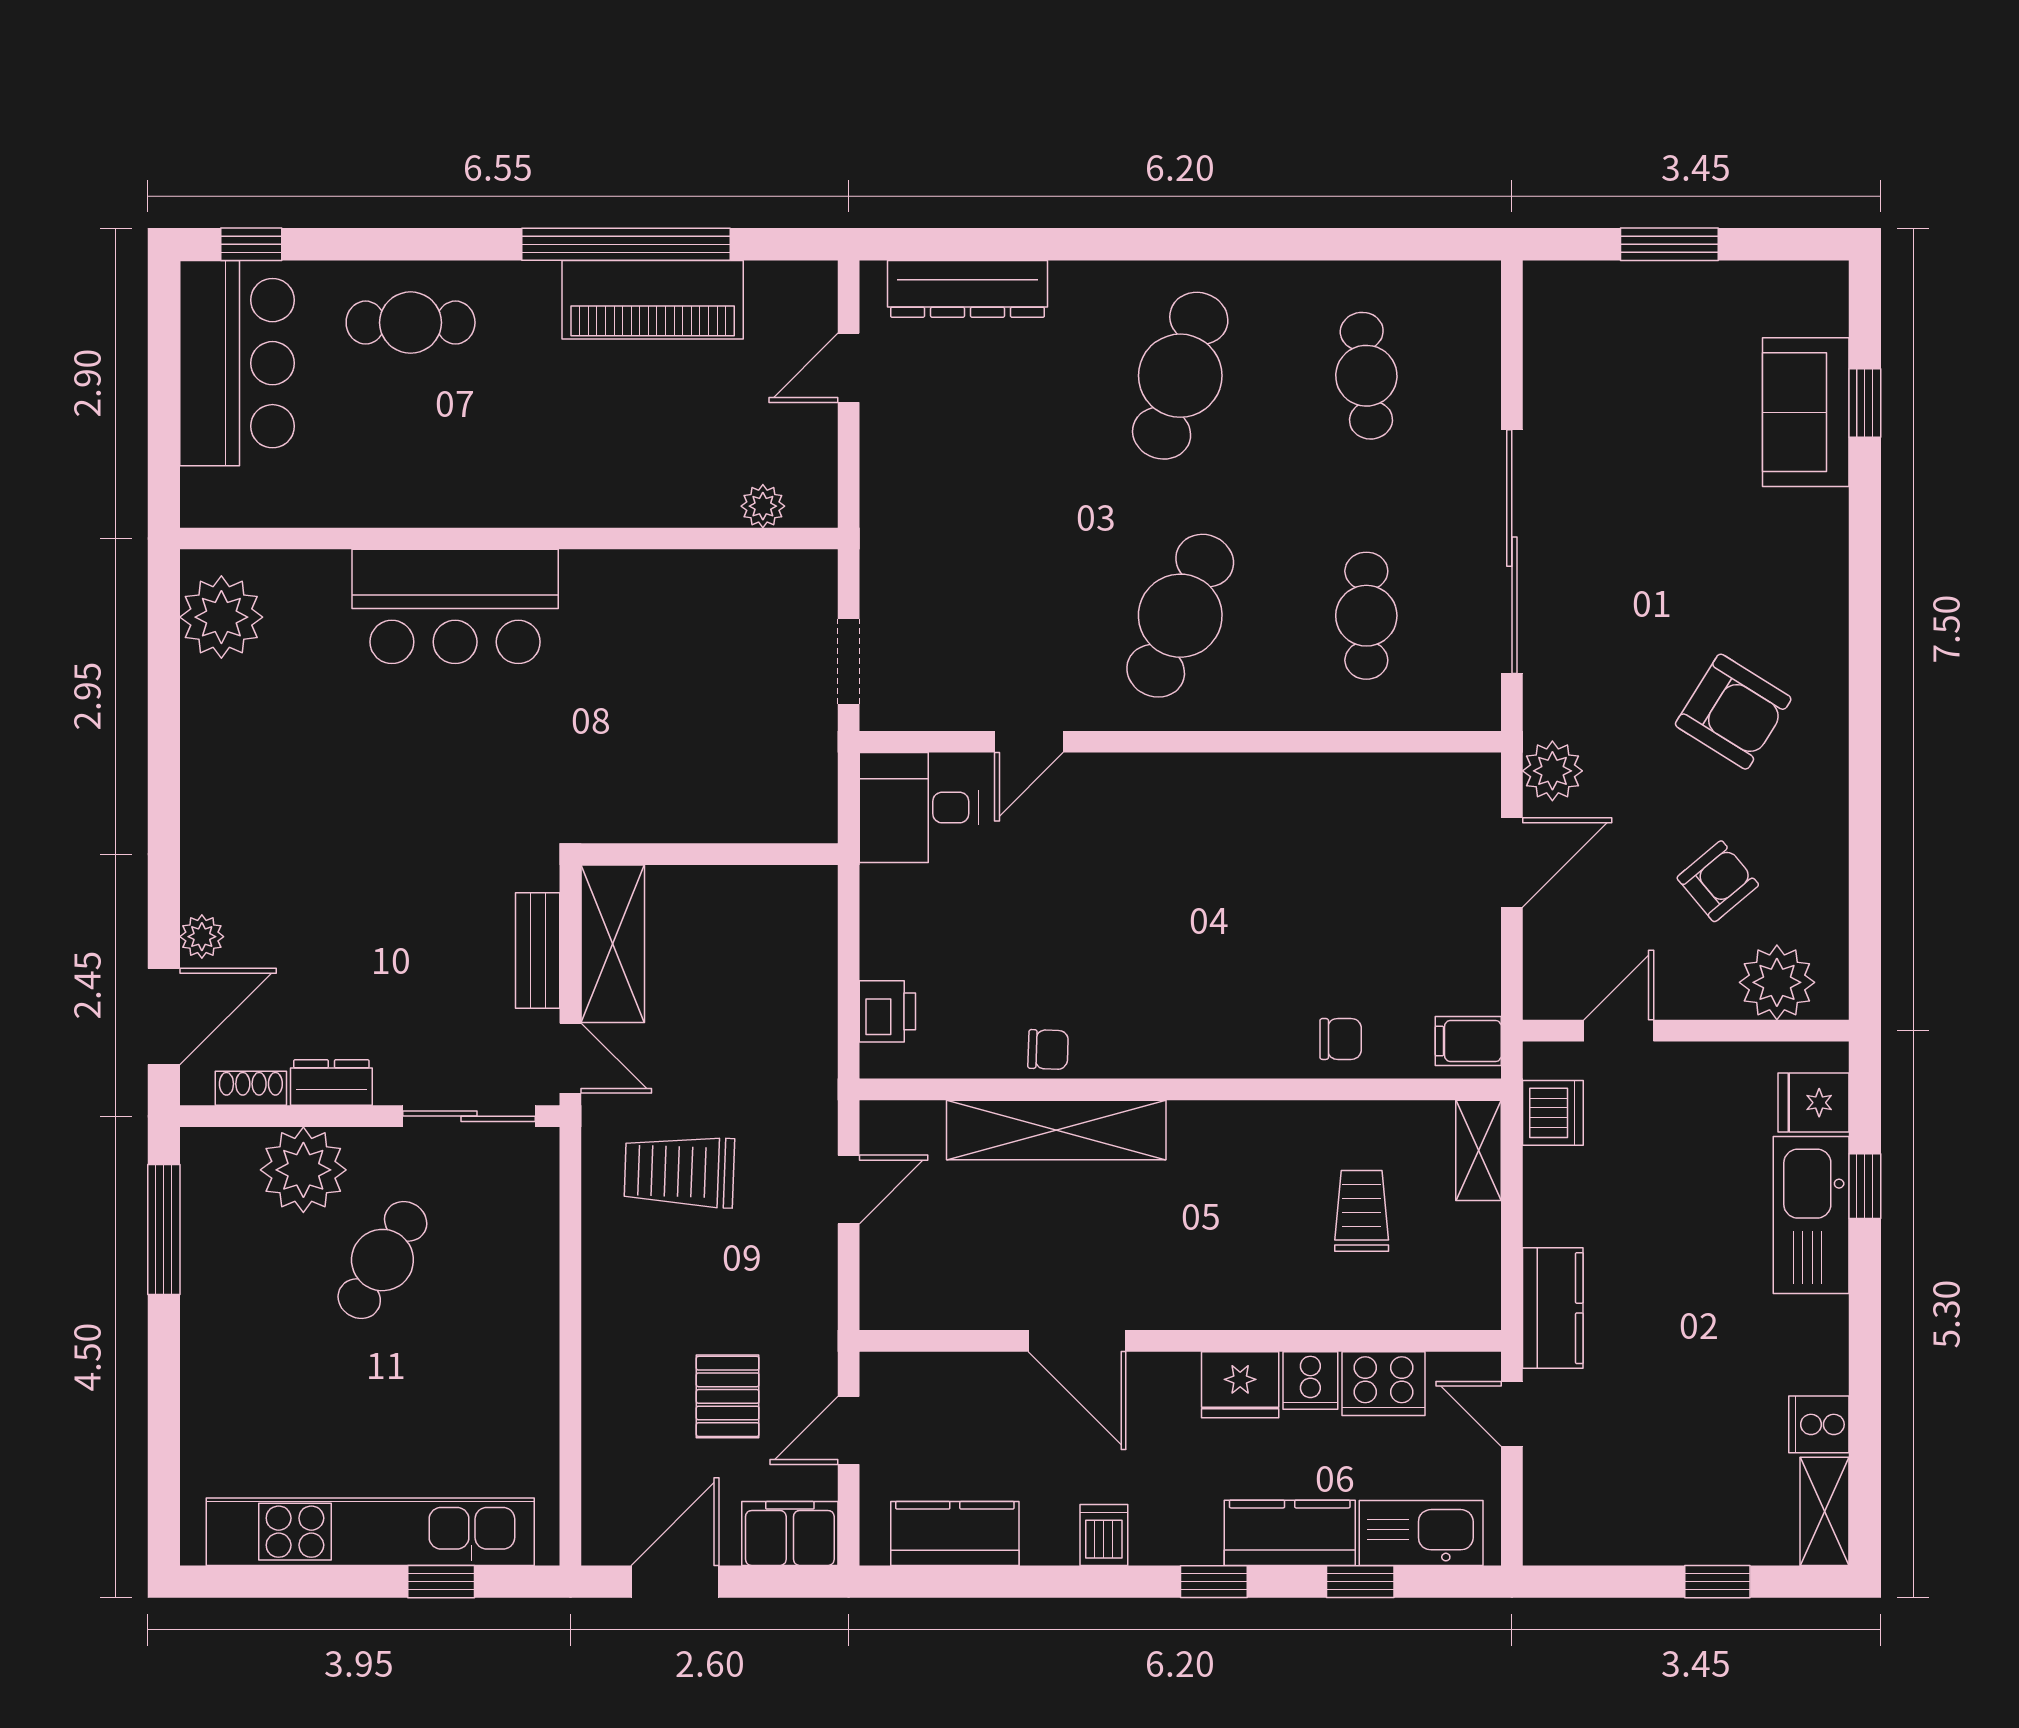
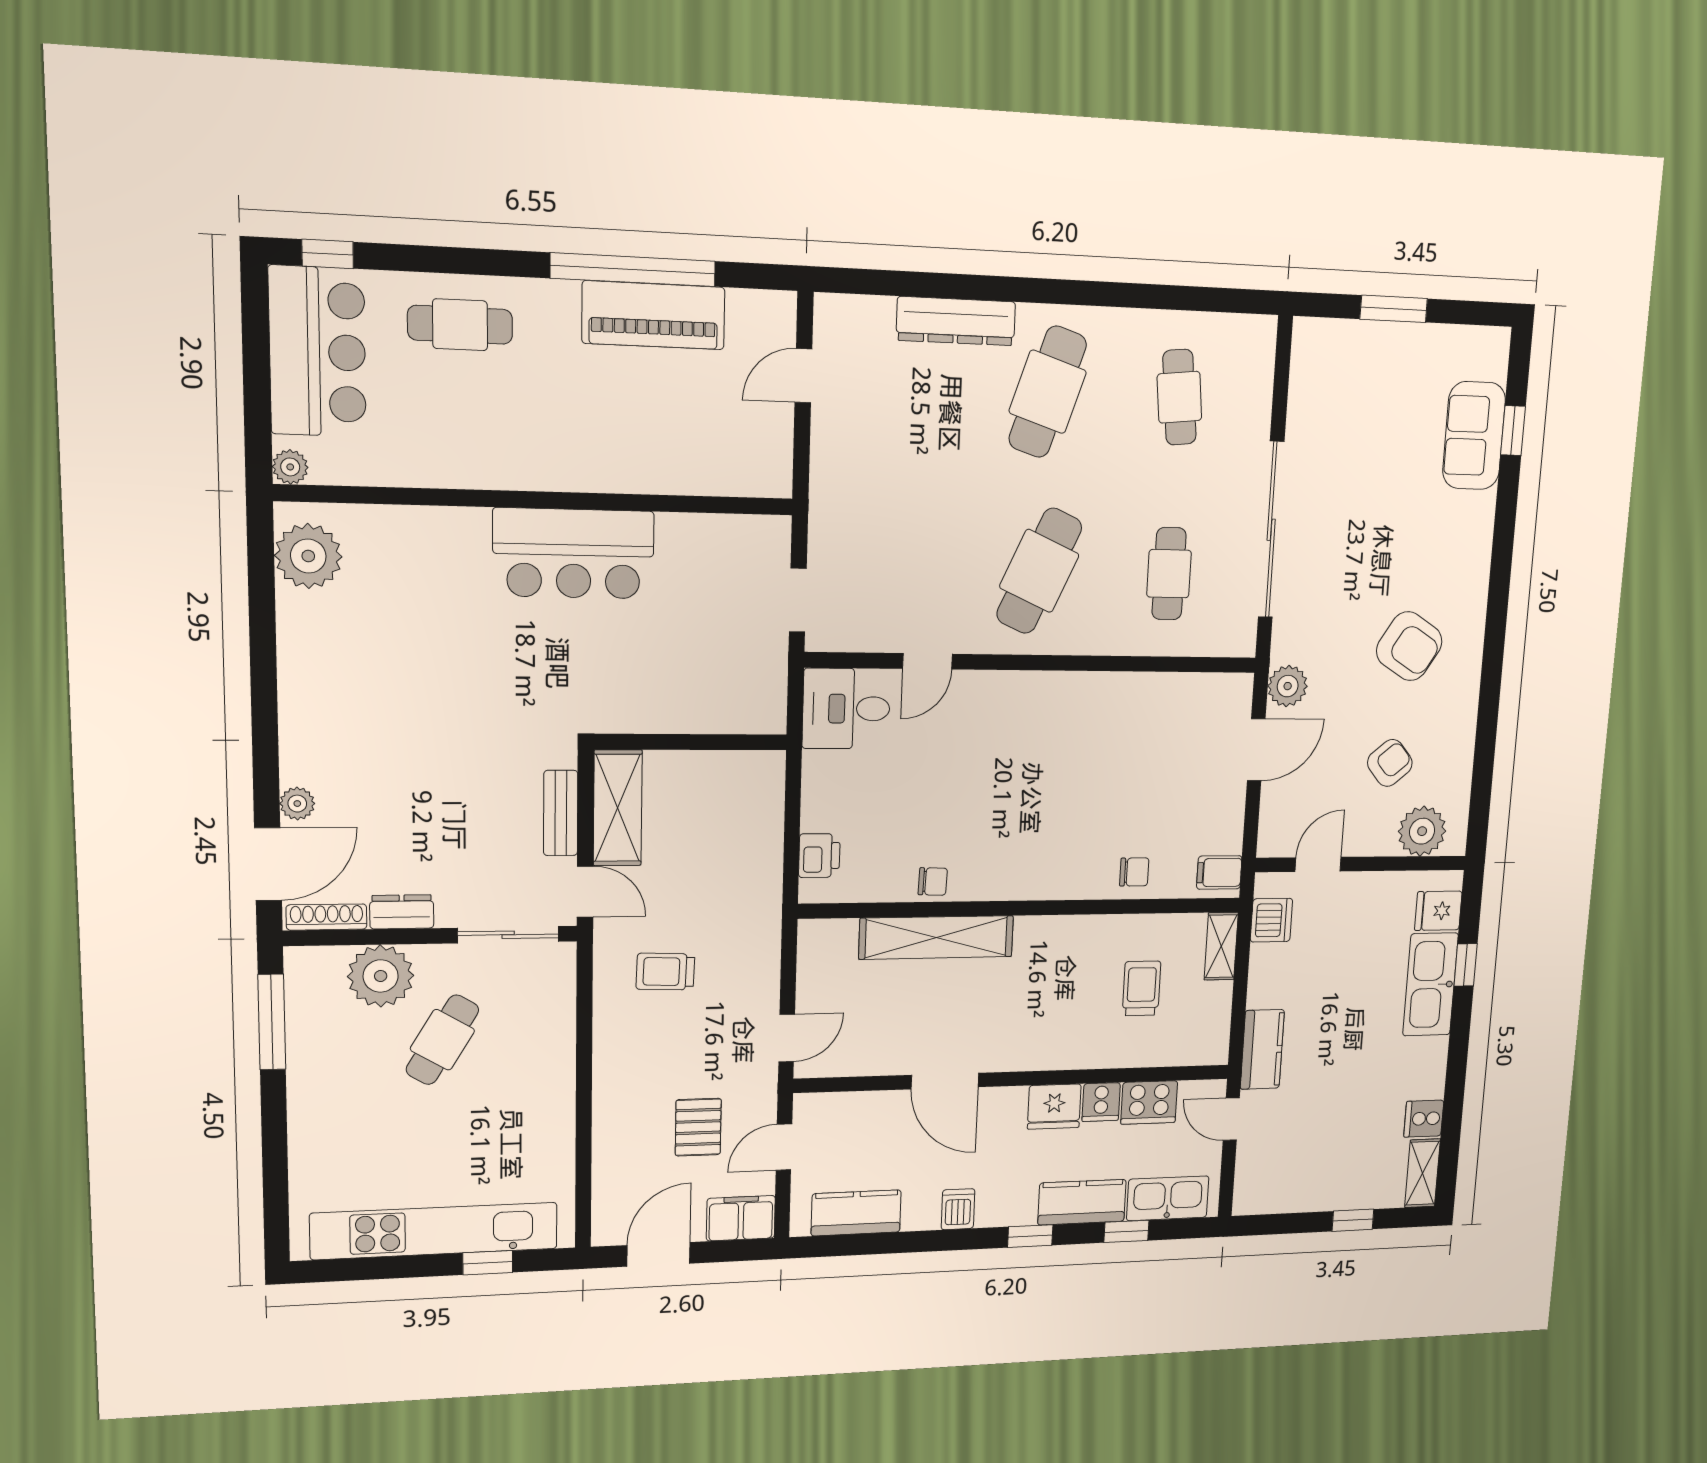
dresser: (968, 289) -> (956, 321), moved
plant: (763, 506) -> (290, 467), moved
bar counter: (455, 606) -> (574, 554), moved
shoe rack: (251, 1088) -> (327, 917), width x1.43
trolley: (679, 1172) -> (665, 972), width x0.73, depth x0.72
door: (849, 1190) -> (787, 1038), moved

